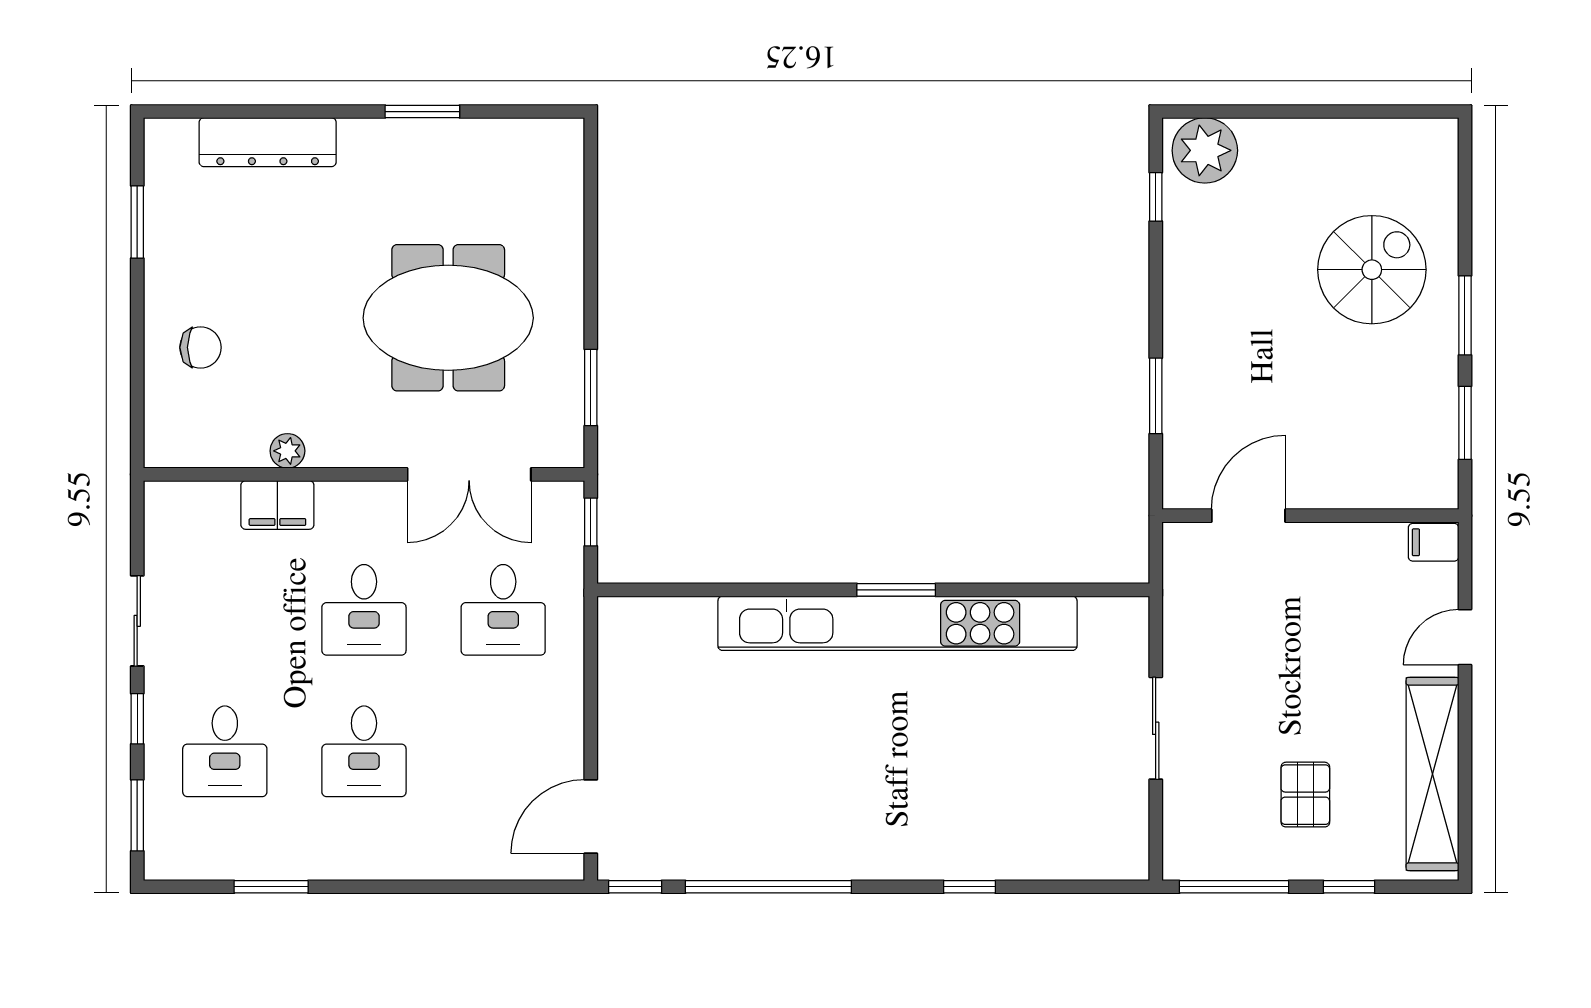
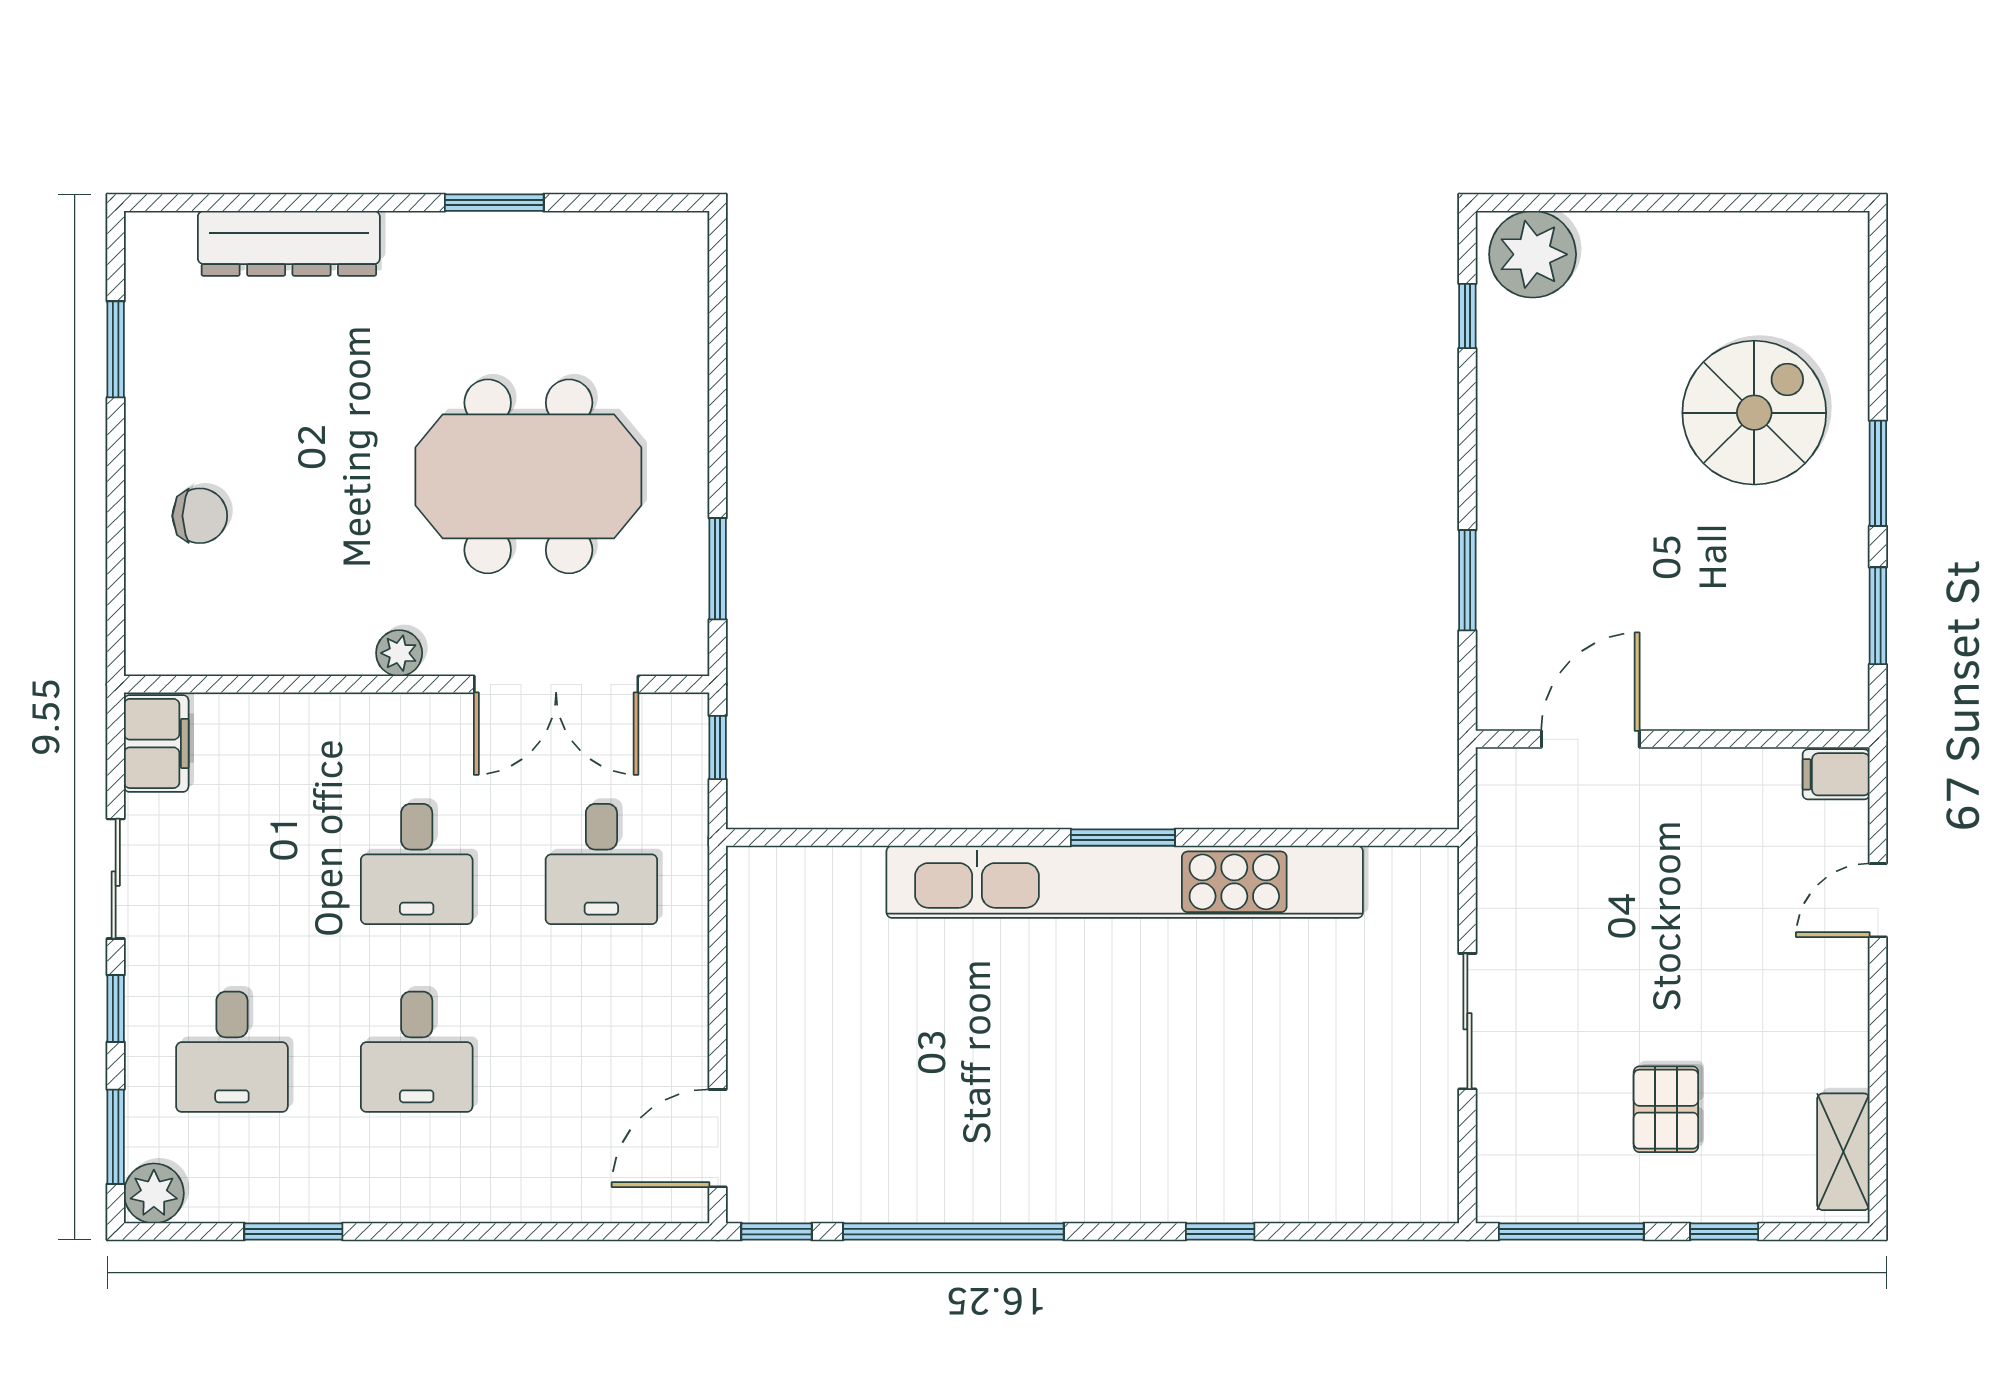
plant: (287, 451) -> (399, 653), moved
filing cabinet: (277, 505) -> (156, 743), moved, turned -90
shelving: (1432, 774) -> (1843, 1152), width x0.45, depth x0.75
plant: (166, 858) -> (154, 1193), added

